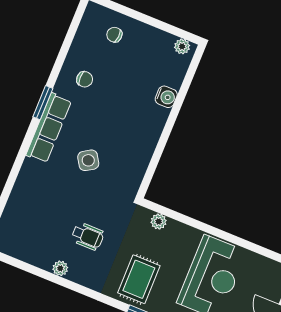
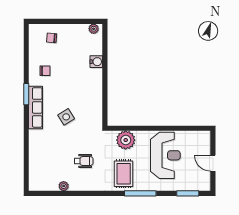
plant: (159, 221) -> (126, 140), width x1.88, depth x1.88
plant: (60, 268) -> (64, 186), moved

